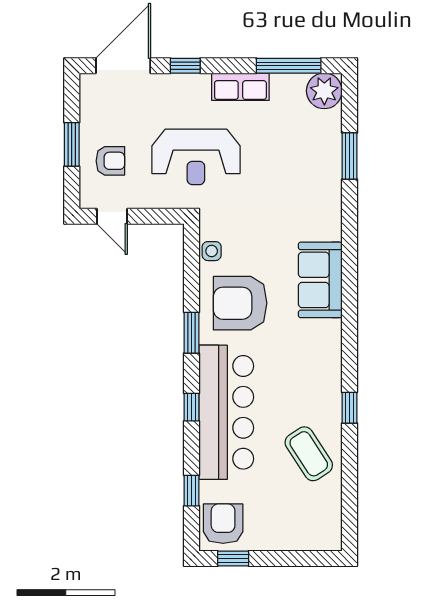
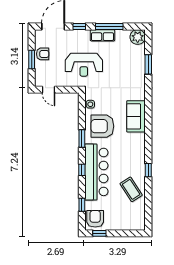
window: (289, 66) -> (109, 26), moved
armchair: (110, 161) -> (43, 54), moved

